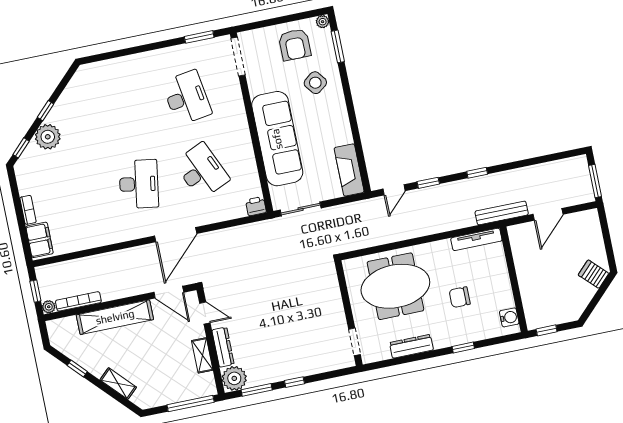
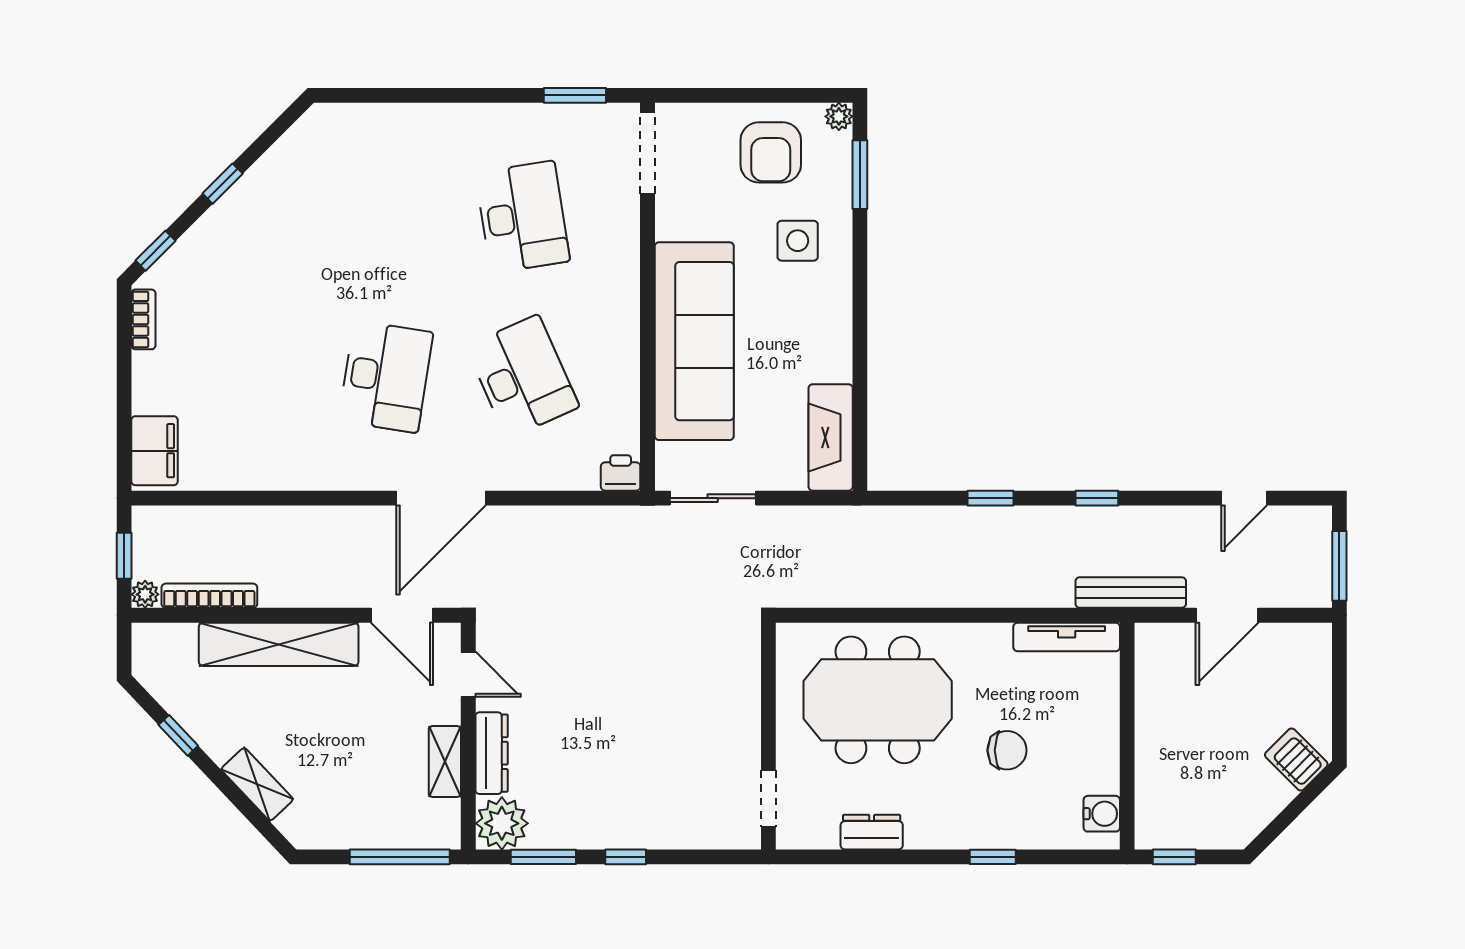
side table: (315, 83) -> (798, 241), turned 37
plant: (48, 137) -> (216, 239), removed
door: (394, 190) -> (1244, 498), moved
bookcase: (28, 210) -> (143, 319), moved
chair: (460, 297) -> (1007, 750), turned 180
dresser: (411, 346) -> (872, 832), width x0.70

